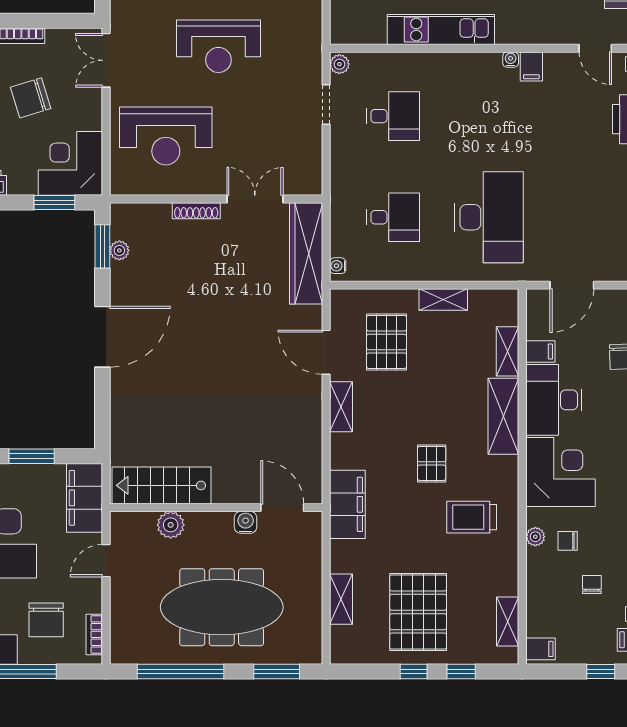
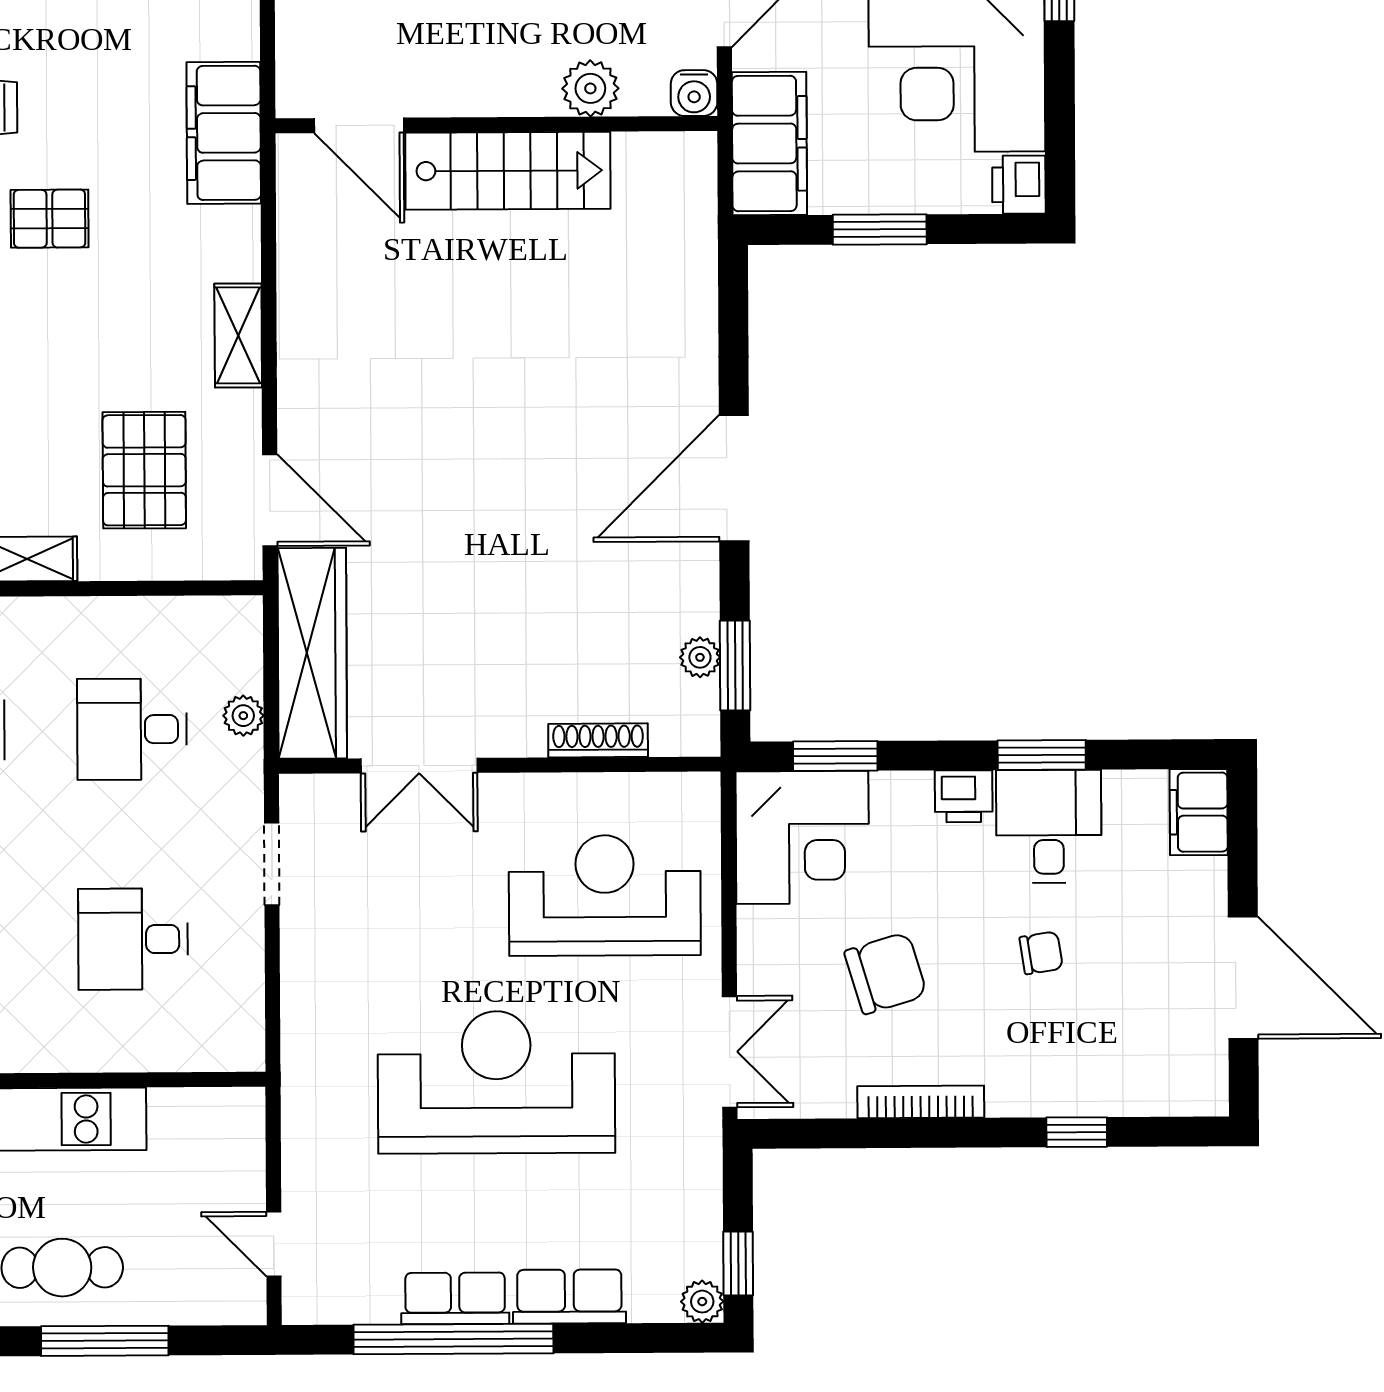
reception desk: (218, 46) -> (496, 1082), width x1.36, depth x1.30
plant: (339, 64) -> (243, 716), moved
doorway: (326, 105) -> (272, 864), moved
shoe rack: (196, 211) -> (598, 740), moved
water cooler: (338, 266) -> (246, 628), removed
door: (326, 352) -> (270, 500), moved
pallet: (432, 463) -> (50, 219), turned 90
stairs: (162, 485) -> (508, 171), moved
water cooler: (246, 522) -> (694, 93), moved

